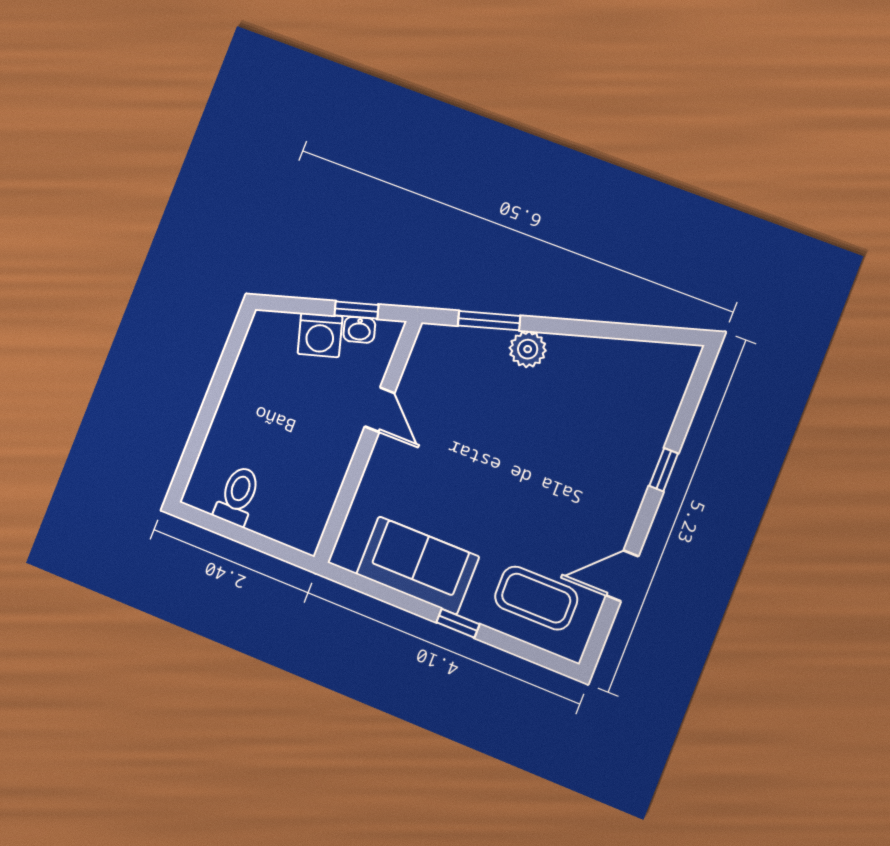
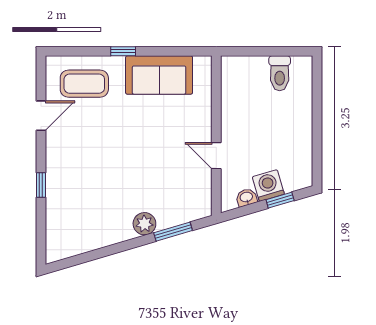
window: (356, 310) -> (280, 200), moved

